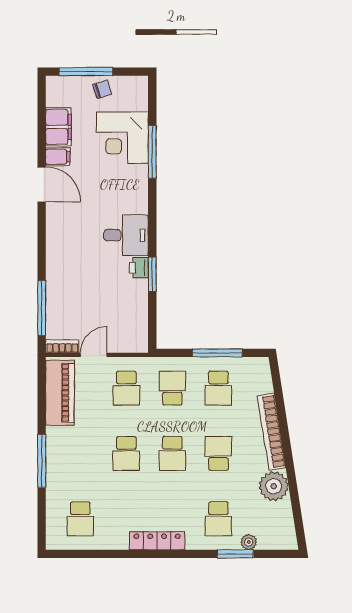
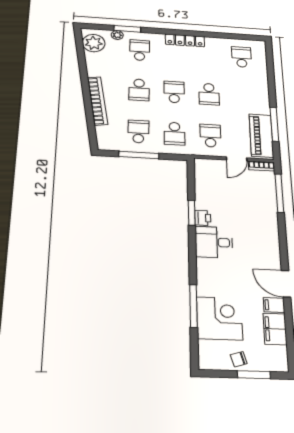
window: (86, 72) -> (254, 375), width x0.69
school desk: (126, 453) -> (209, 94), turned 180
window: (42, 461) -> (274, 124), moved
plant: (274, 486) -> (94, 43), moved

